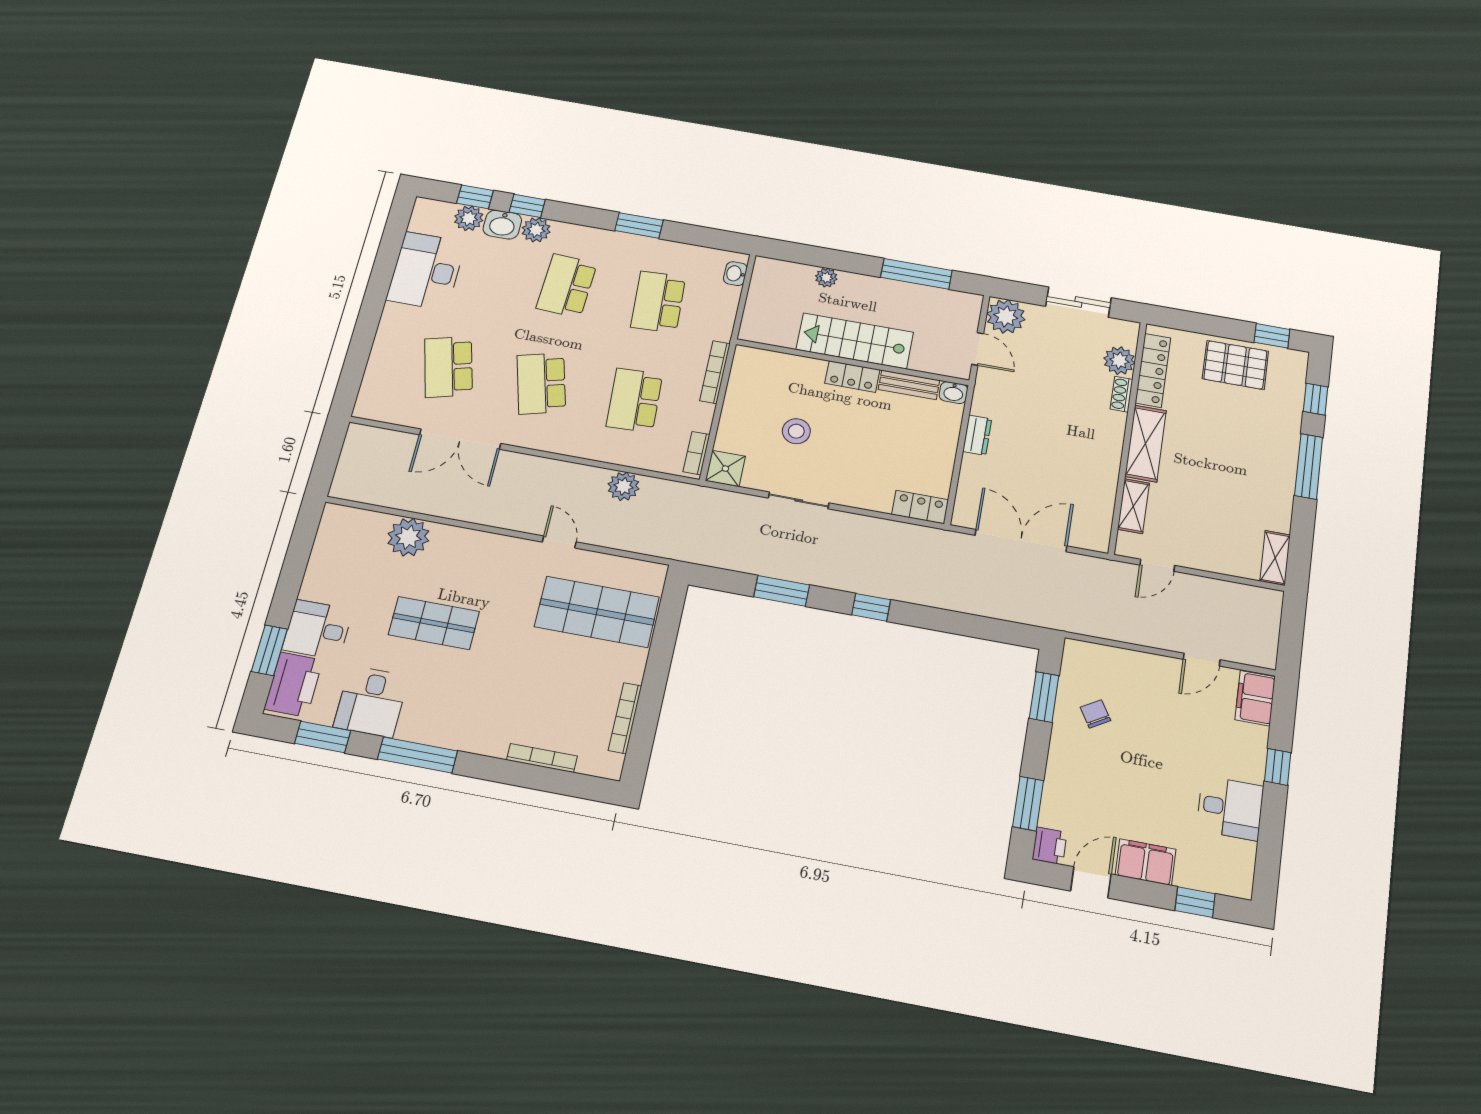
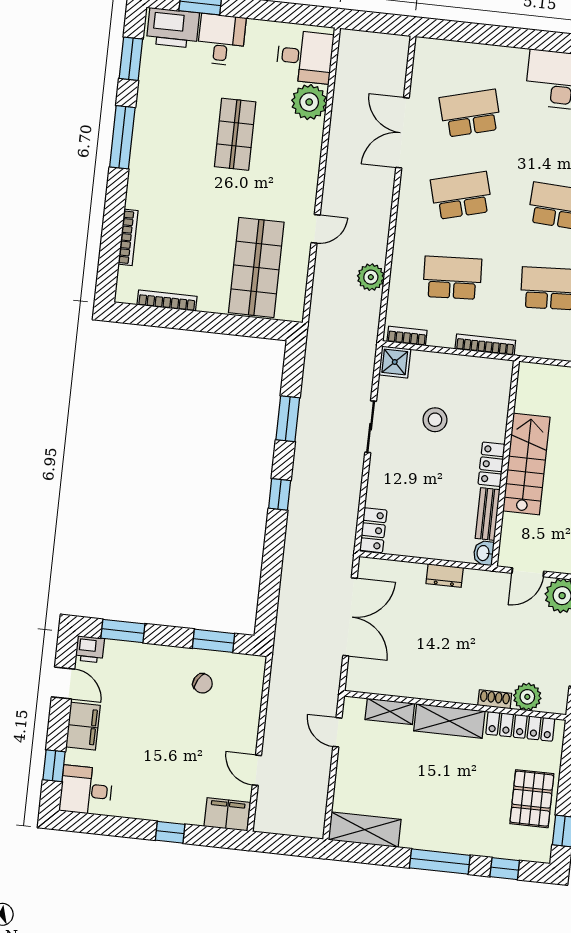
shelving: (1275, 558) -> (365, 830), width x1.50, depth x1.33
desk: (371, 702) -> (305, 57), moved, turned 180
chair: (1095, 714) -> (203, 683), turned 59
desk: (1230, 808) -> (86, 790), moved, turned 90

